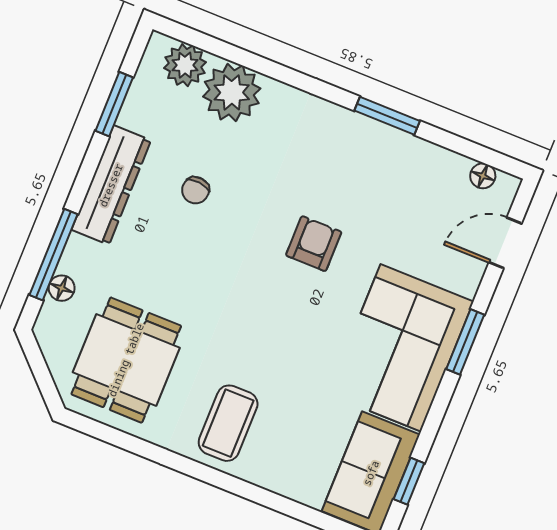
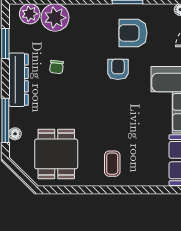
armchair: (372, 184) -> (133, 33), added
coffee table: (228, 423) -> (112, 164), width x0.73, depth x0.77

